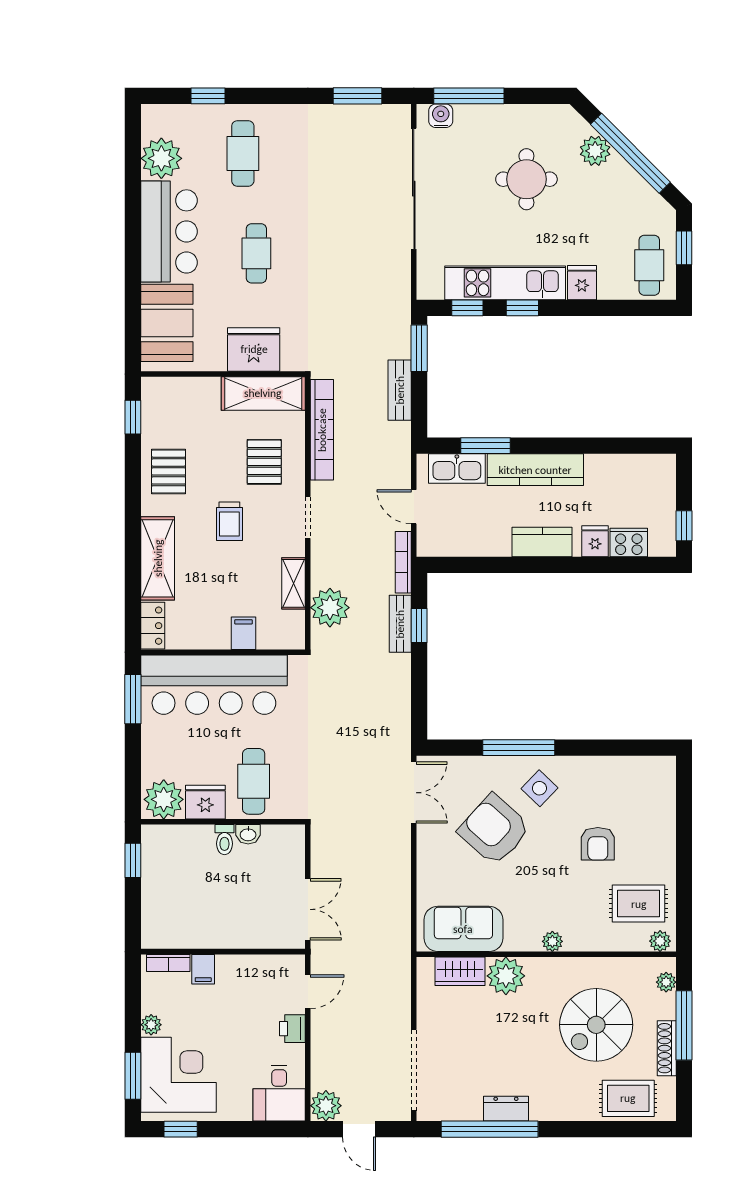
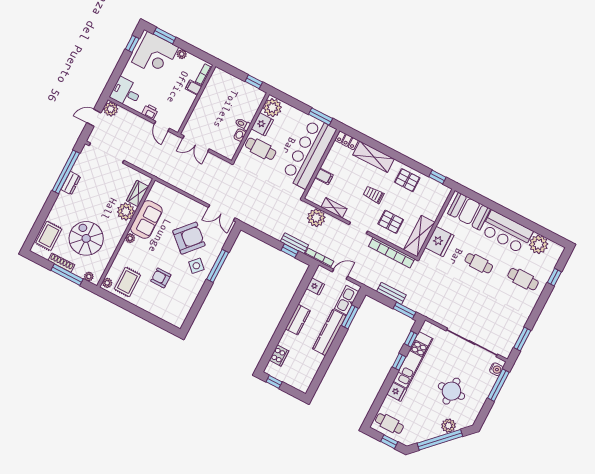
fridge: (595, 541) -> (315, 286), moved
sofa: (463, 929) -> (146, 219), moved

